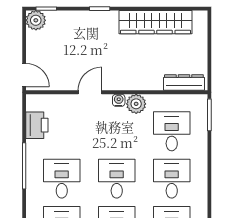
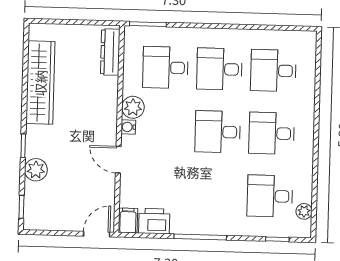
plant: (36, 20) -> (36, 170), moved
filing cabinet: (37, 102) -> (128, 221), added
desk: (62, 179) -> (216, 195), removed

